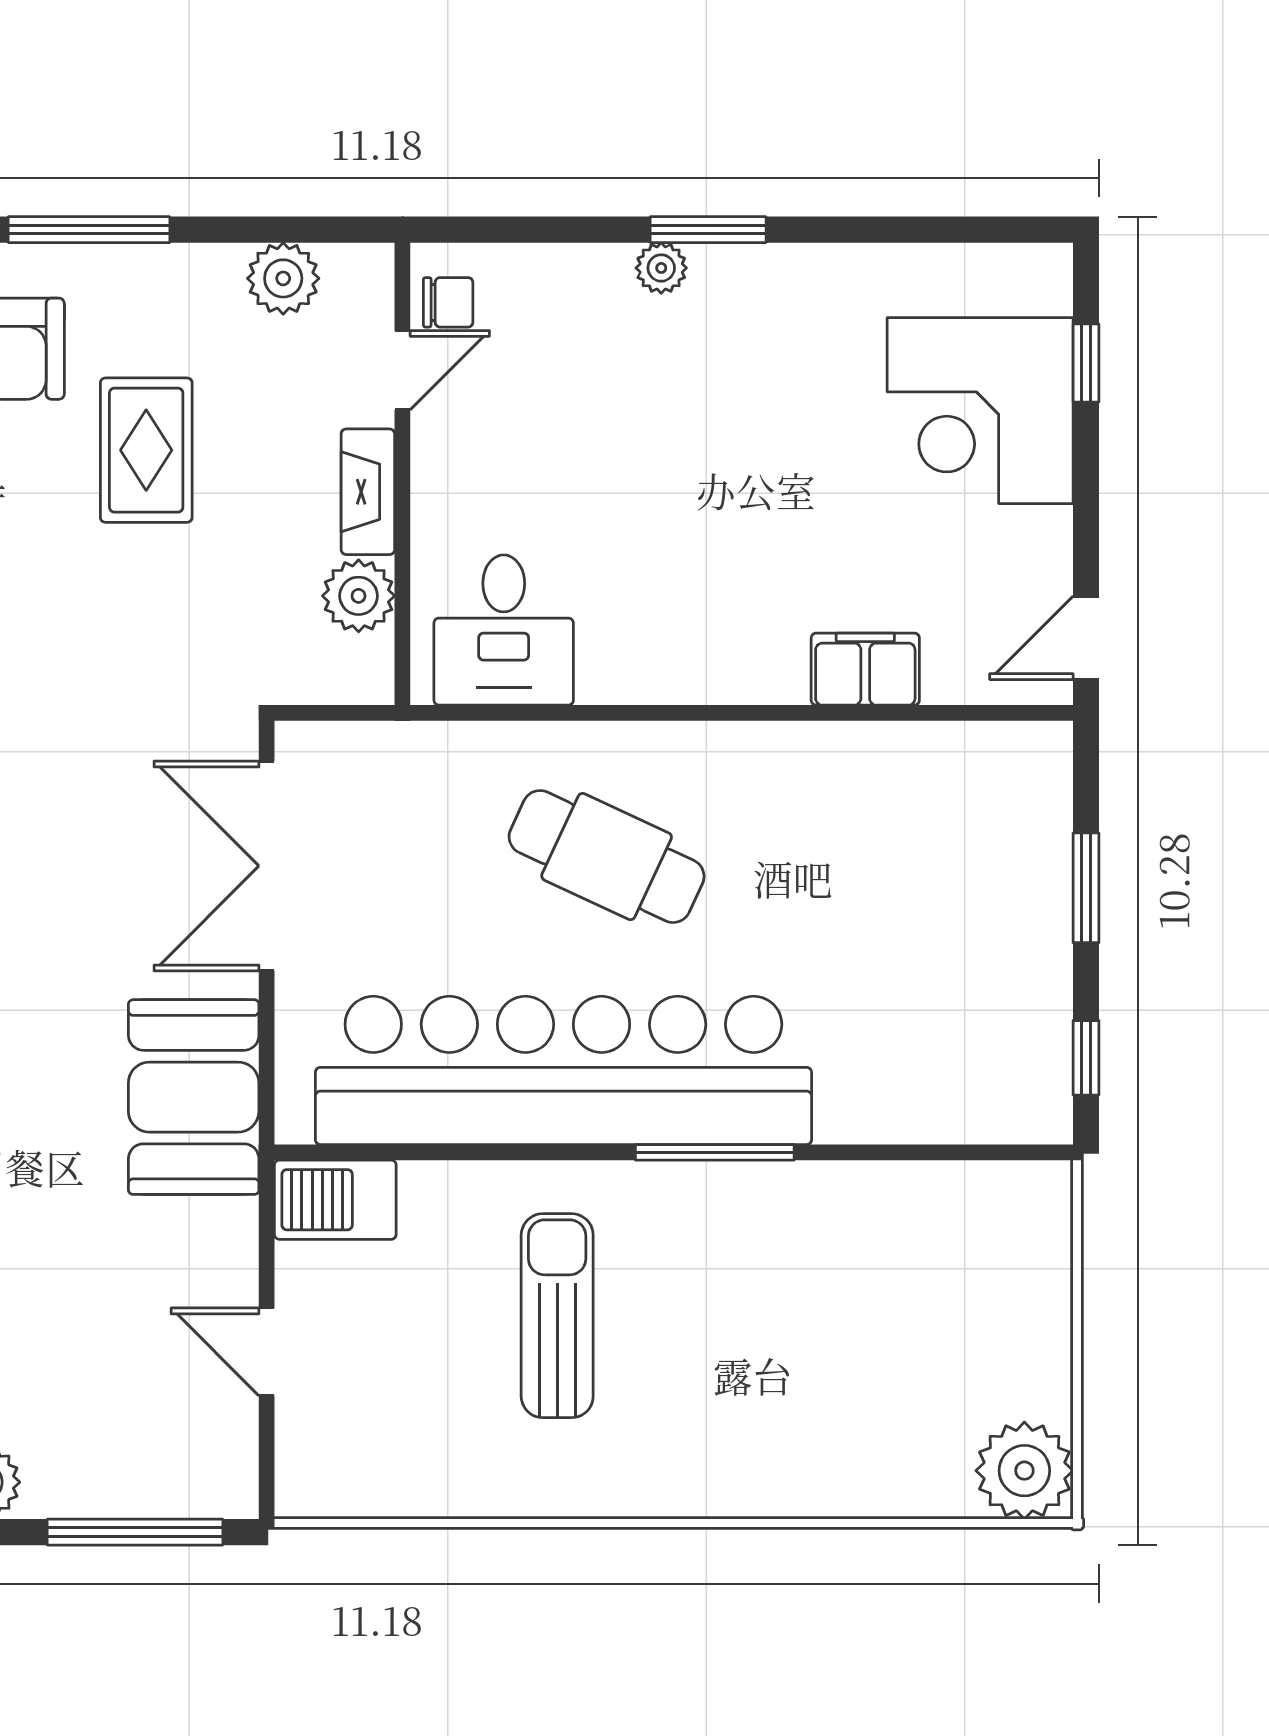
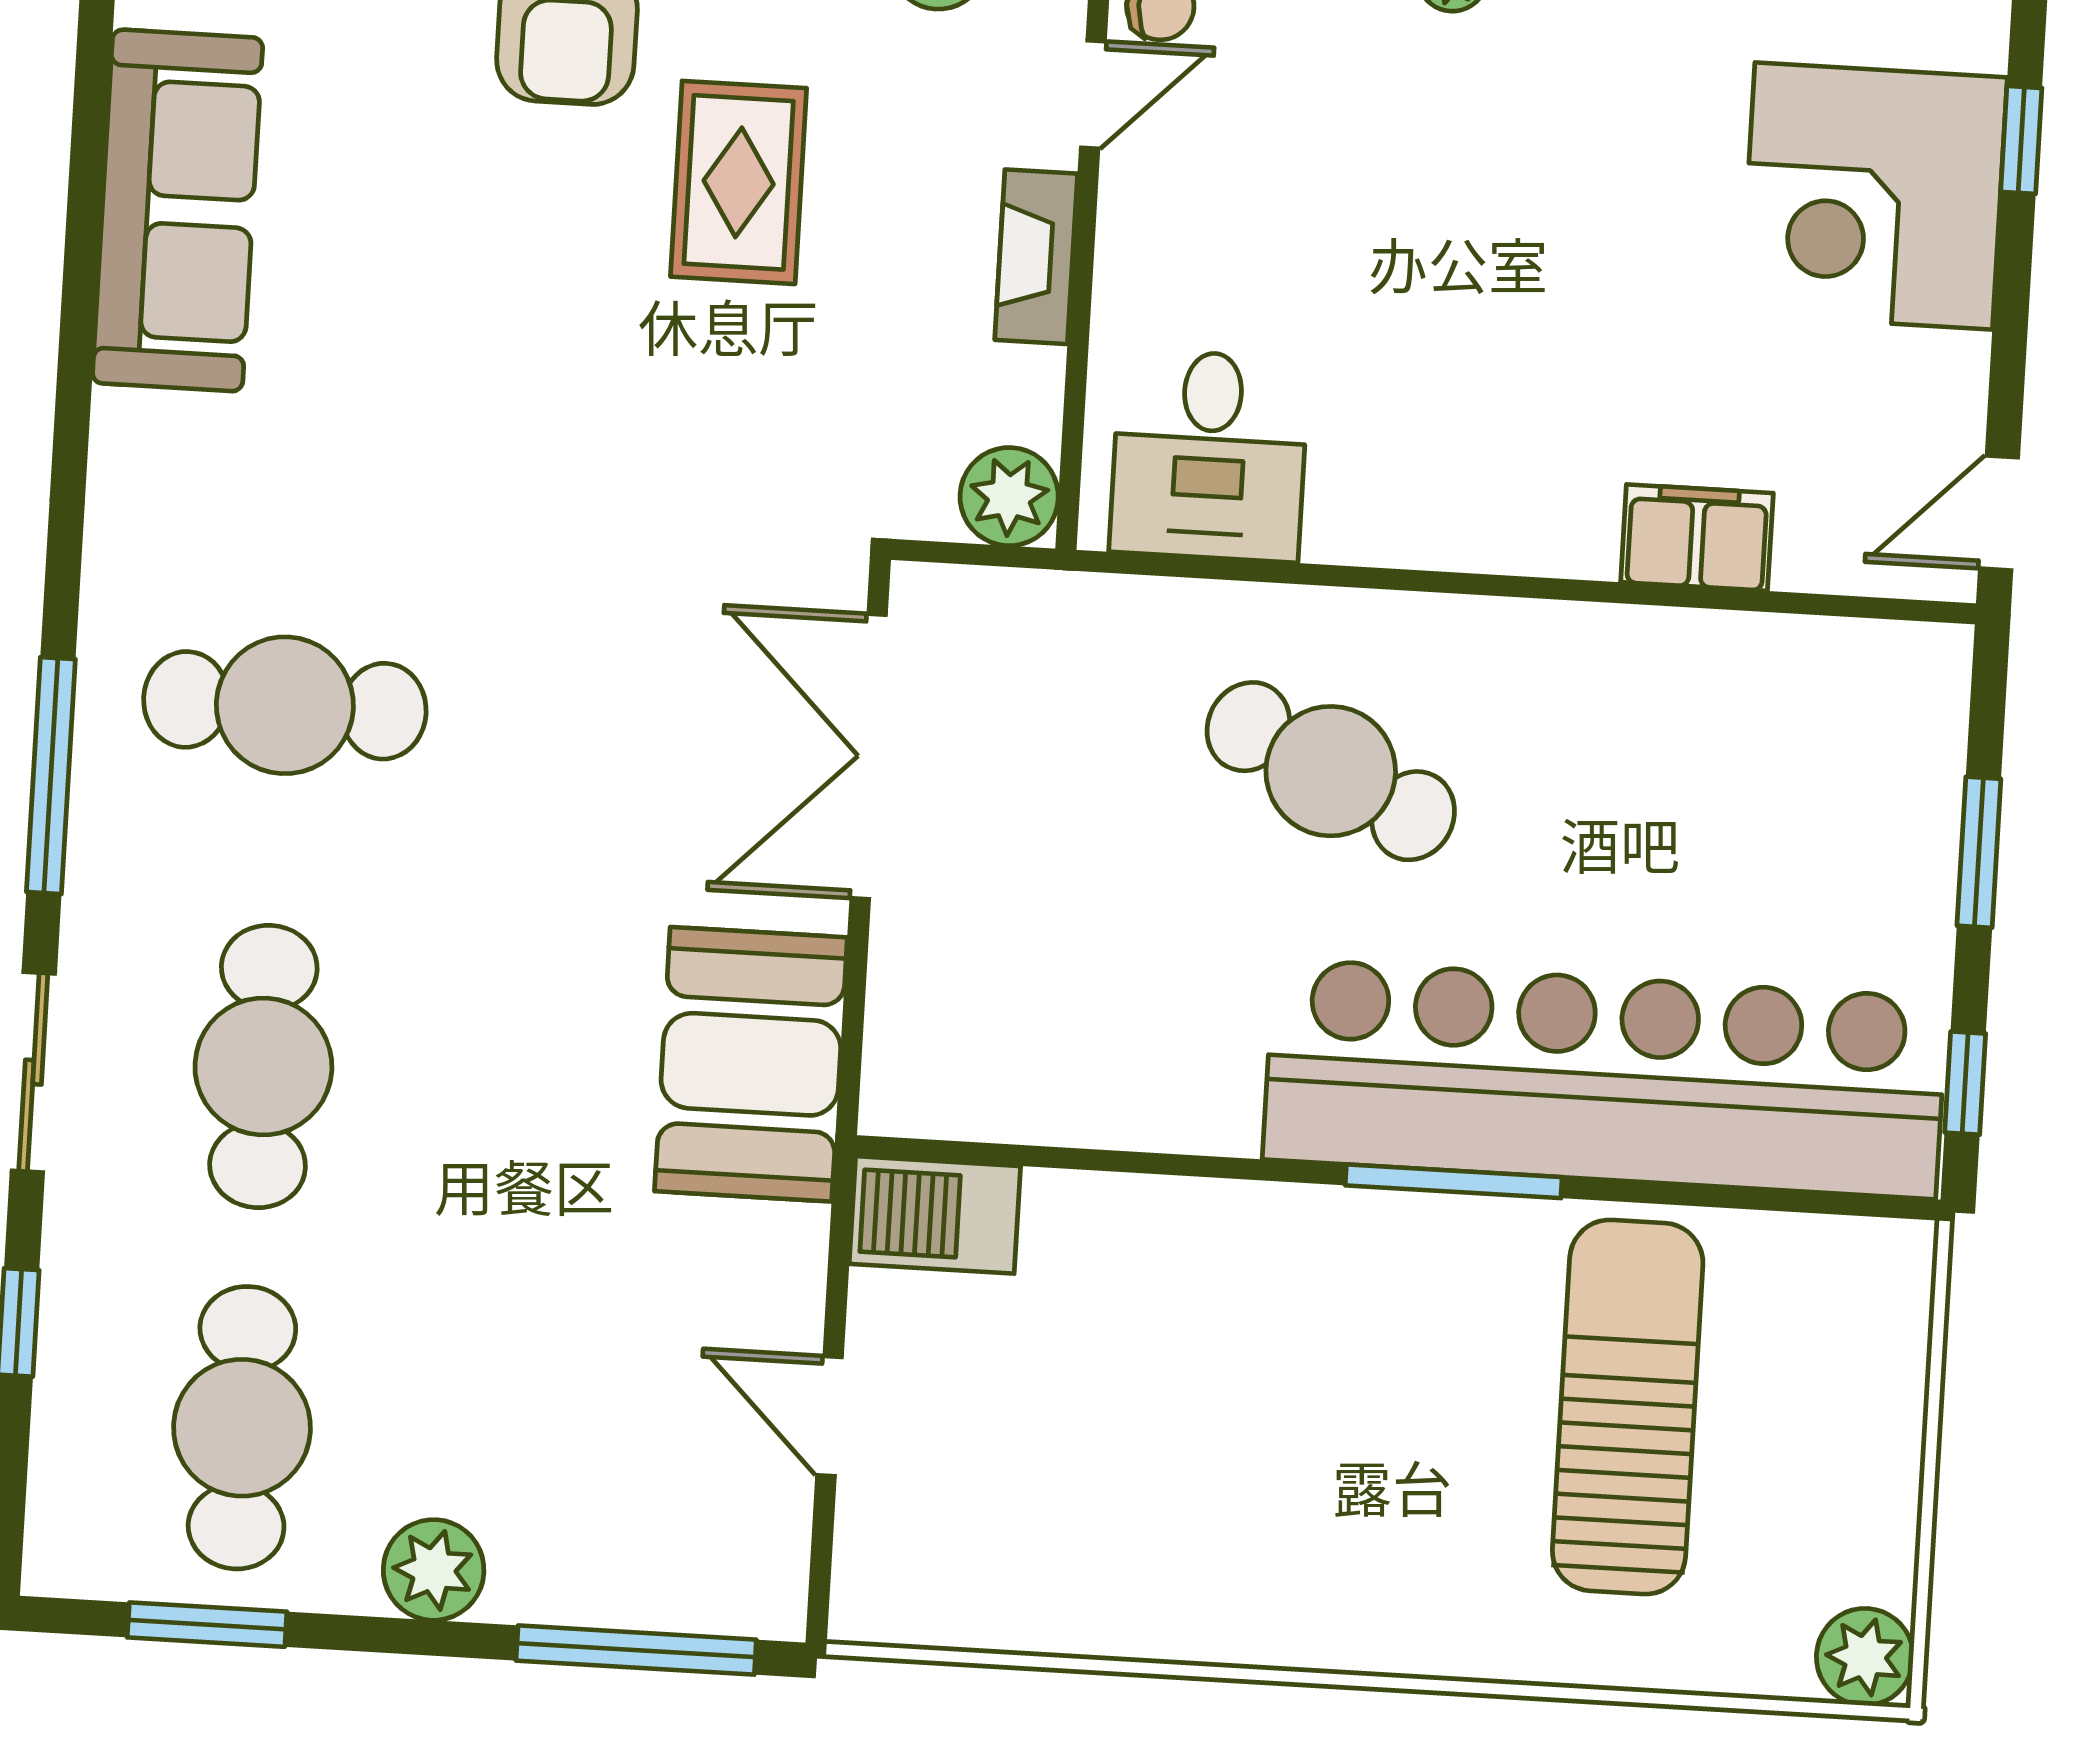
plant: (359, 596) -> (1009, 497), moved
bar counter: (563, 1070) -> (1605, 1079), moved
sun lounger: (557, 1316) -> (1628, 1407), moved, width x1.36, depth x1.34
plant: (1024, 1471) -> (1865, 1657), width x0.73, depth x0.73

